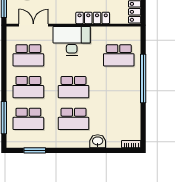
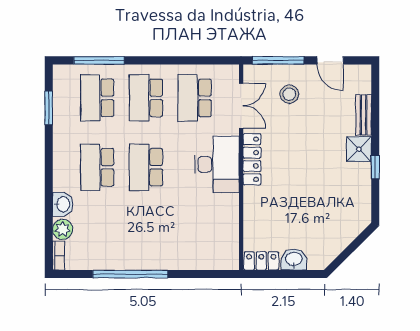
locker: (93, 18) -> (252, 159), moved
school desk: (119, 55) -> (195, 237), removed
window: (143, 79) -> (130, 274), moved
plant: (114, 141) -> (63, 229), added

